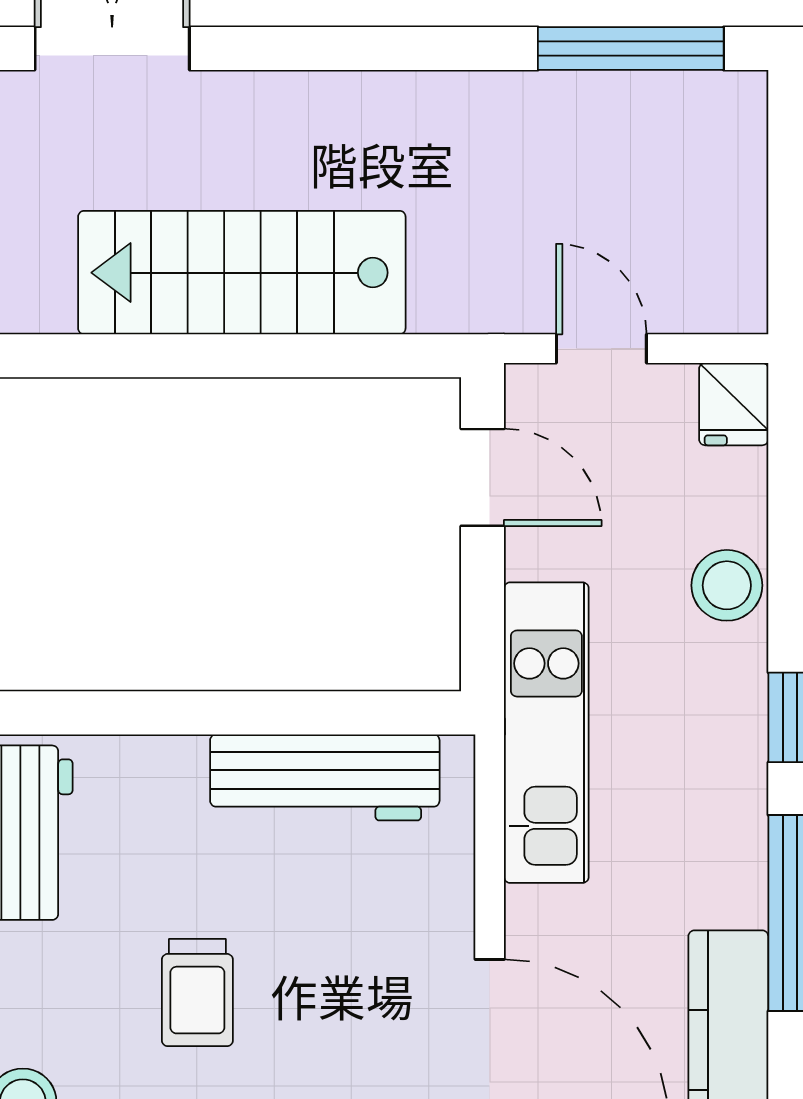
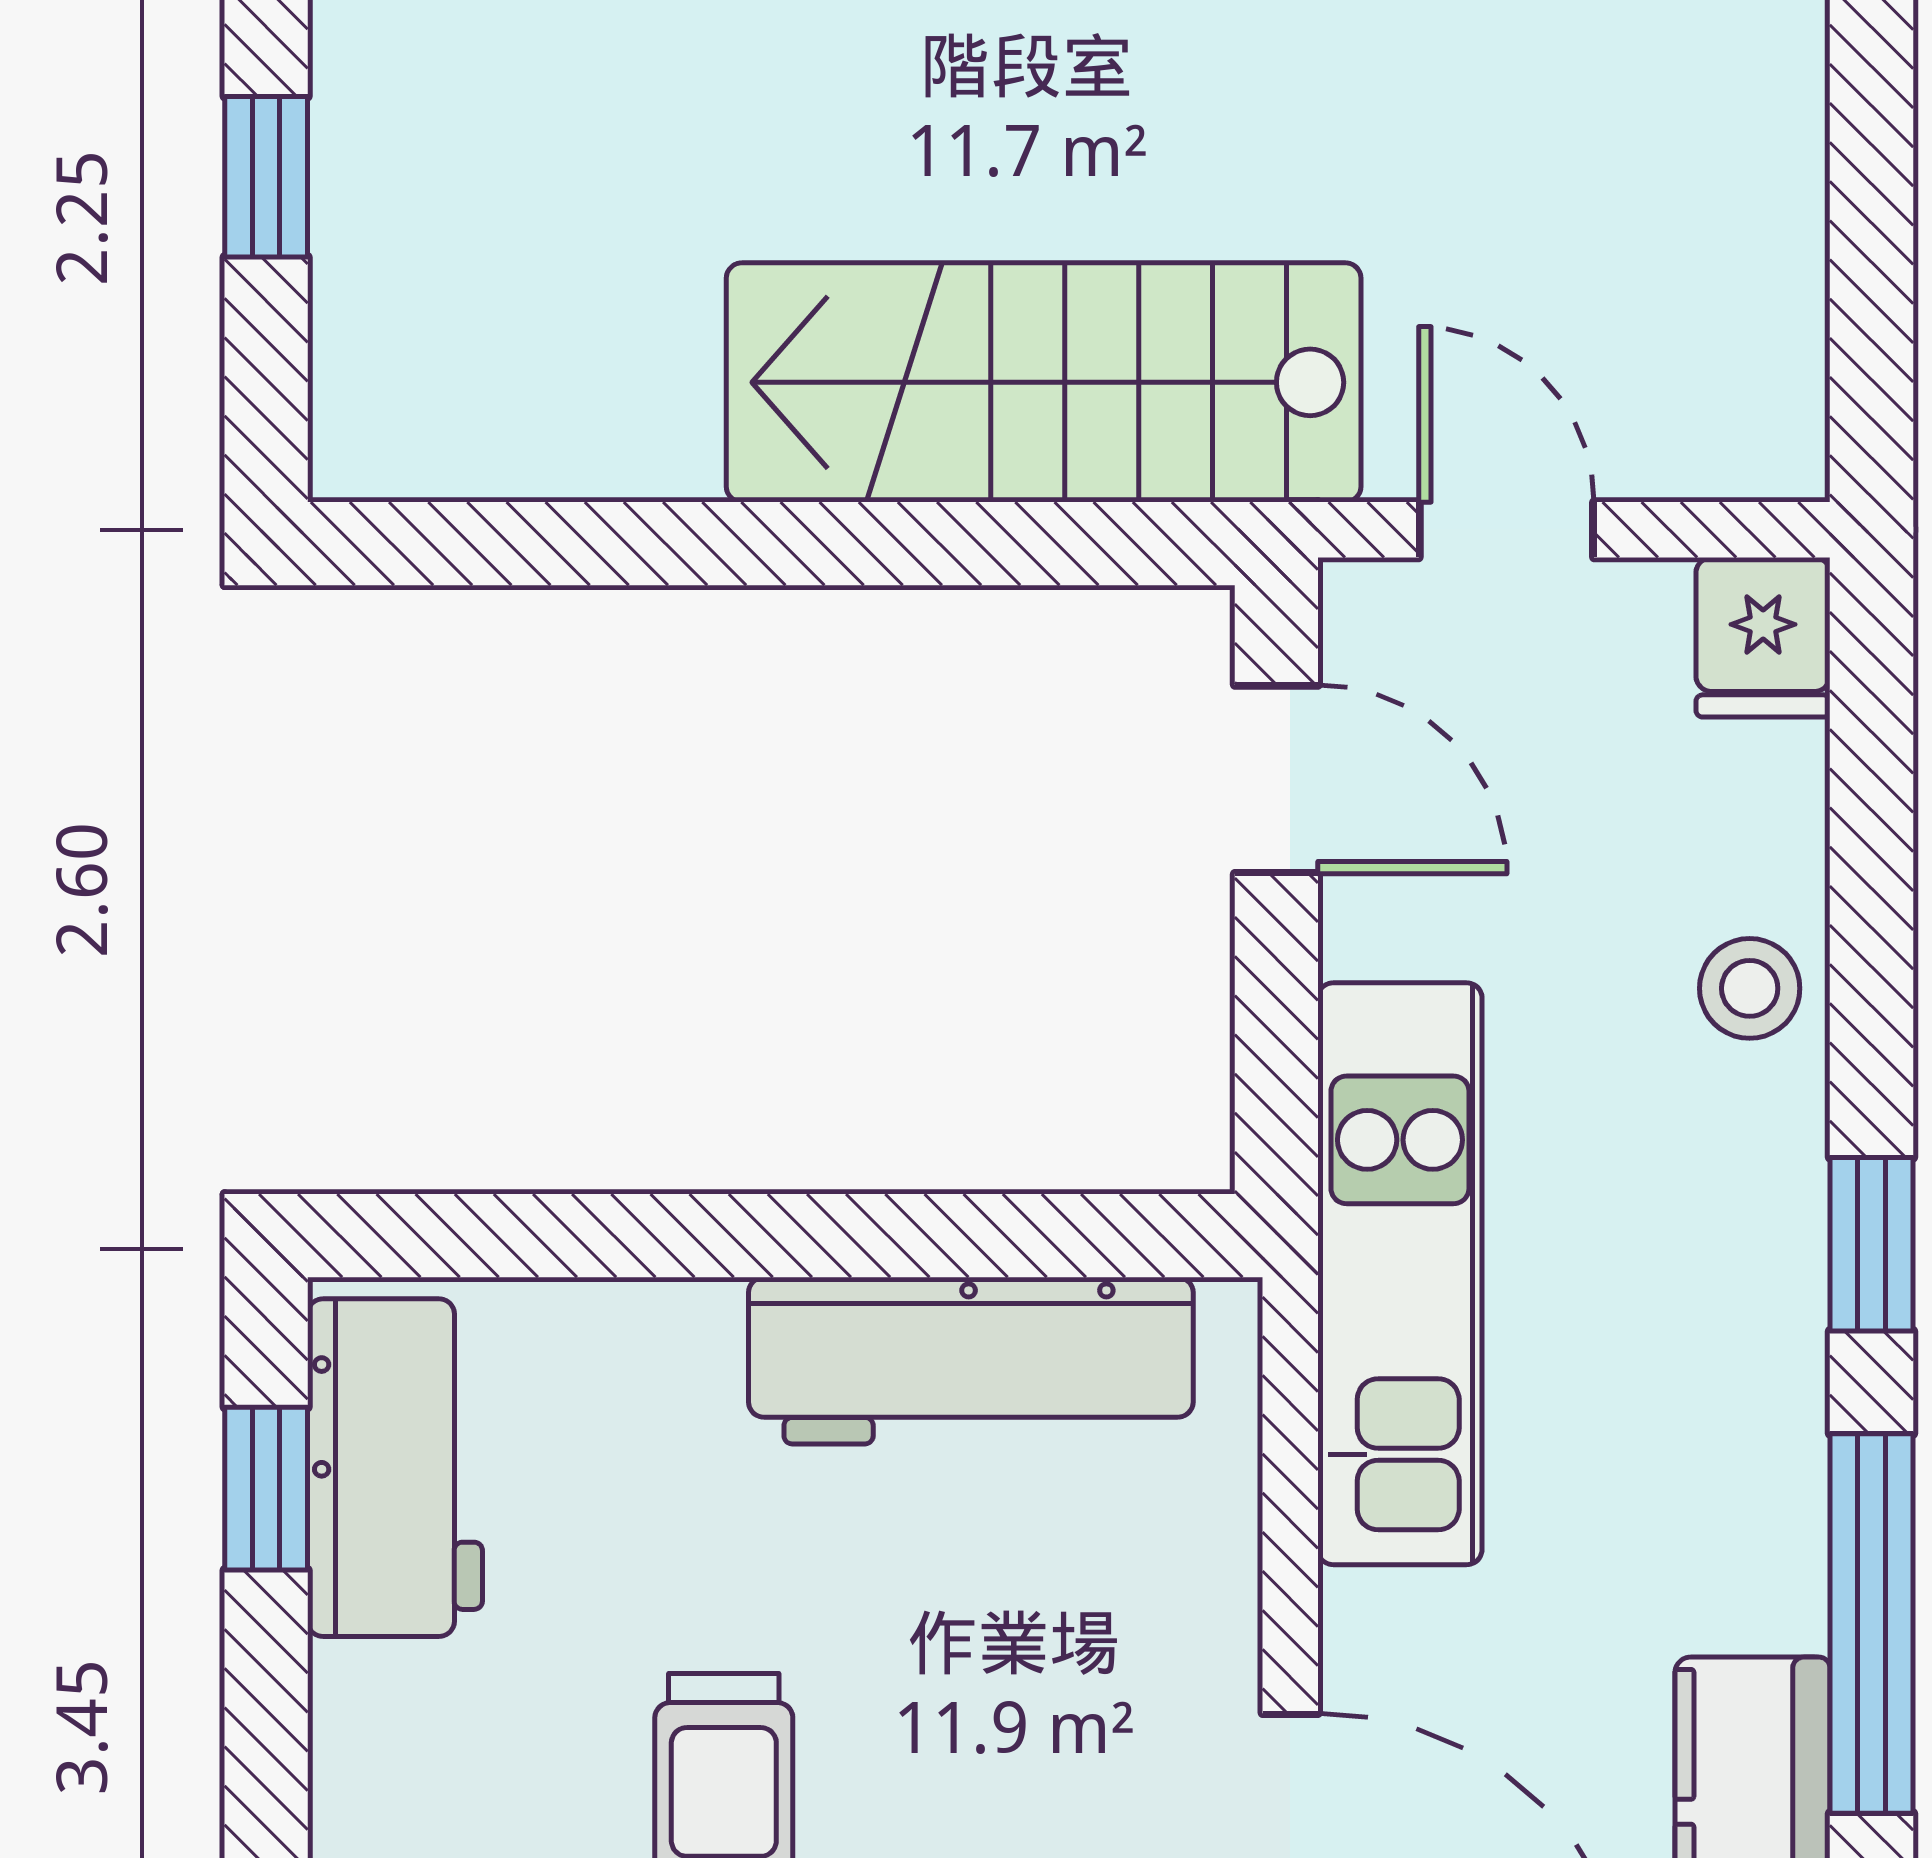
stairs: (242, 273) -> (1044, 382), moved
stool: (727, 585) -> (1750, 988), width x0.73, depth x0.73

